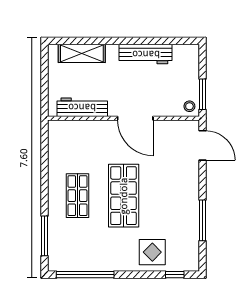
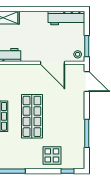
workbench: (146, 54) -> (66, 18), moved
door: (135, 118) -> (52, 63), moved

